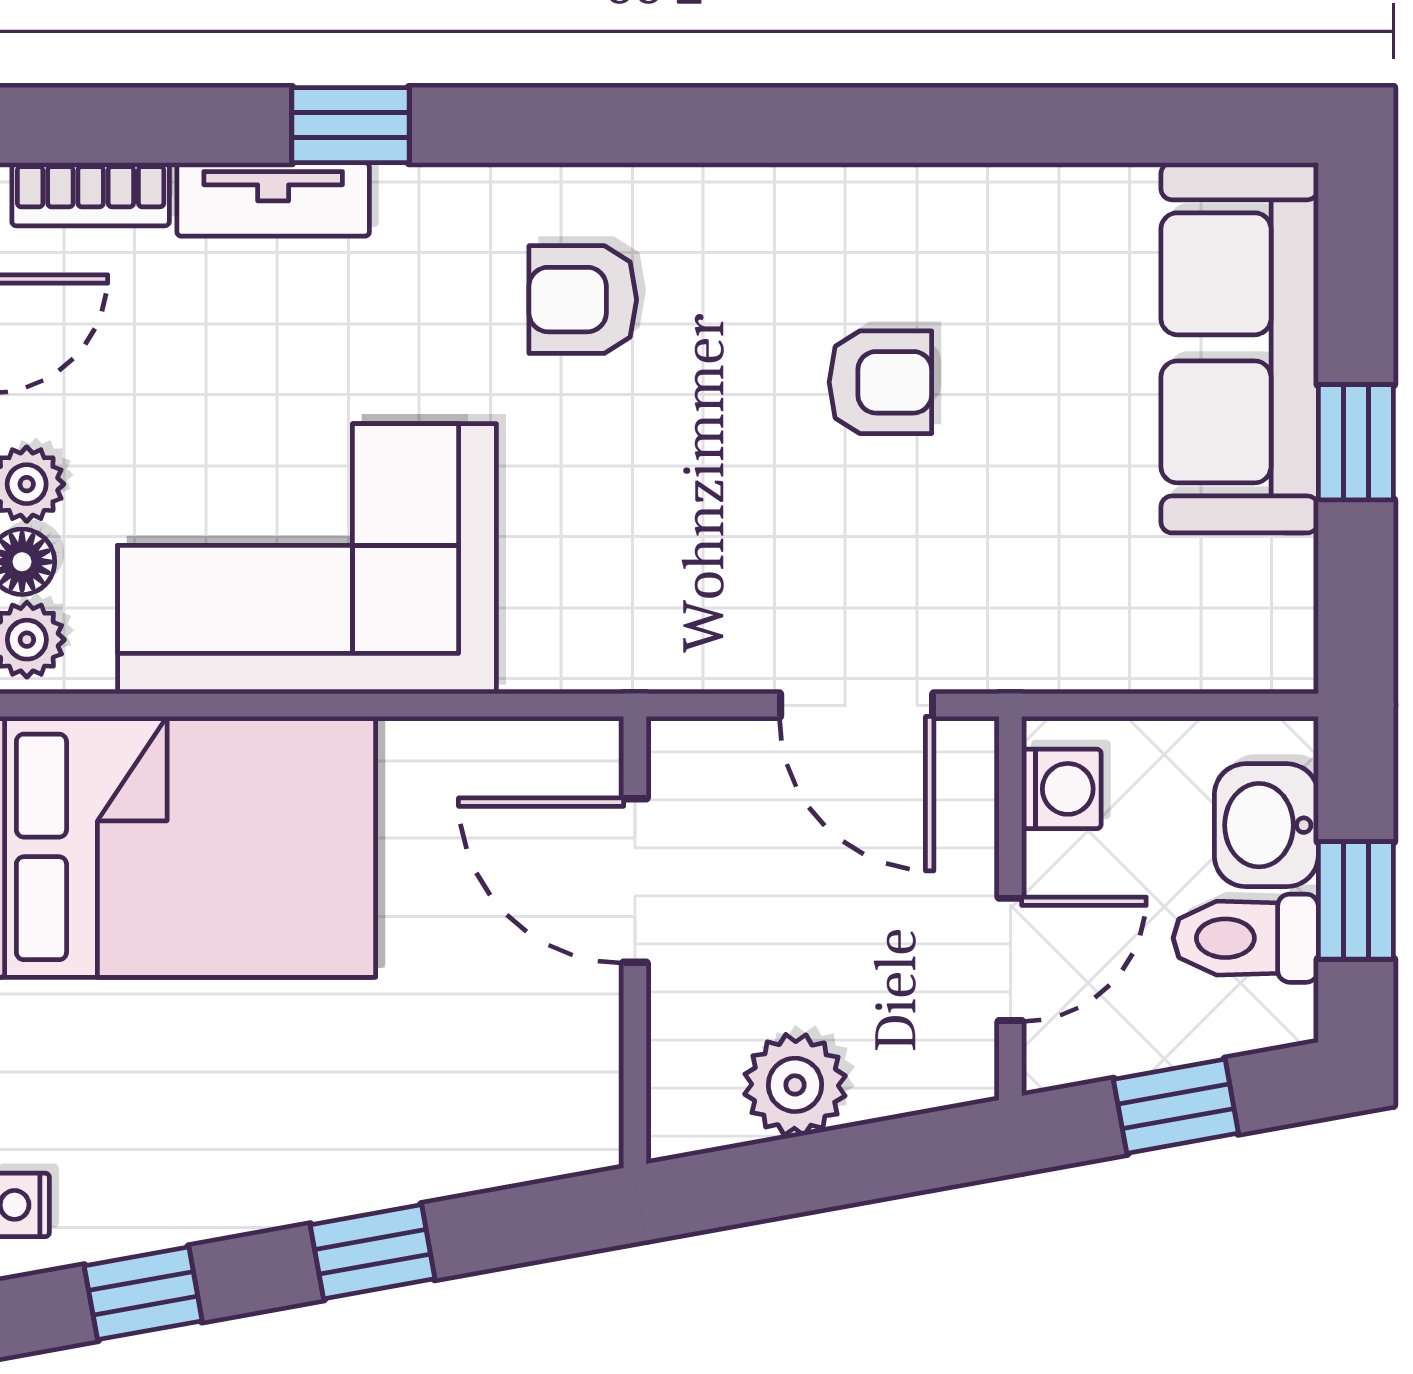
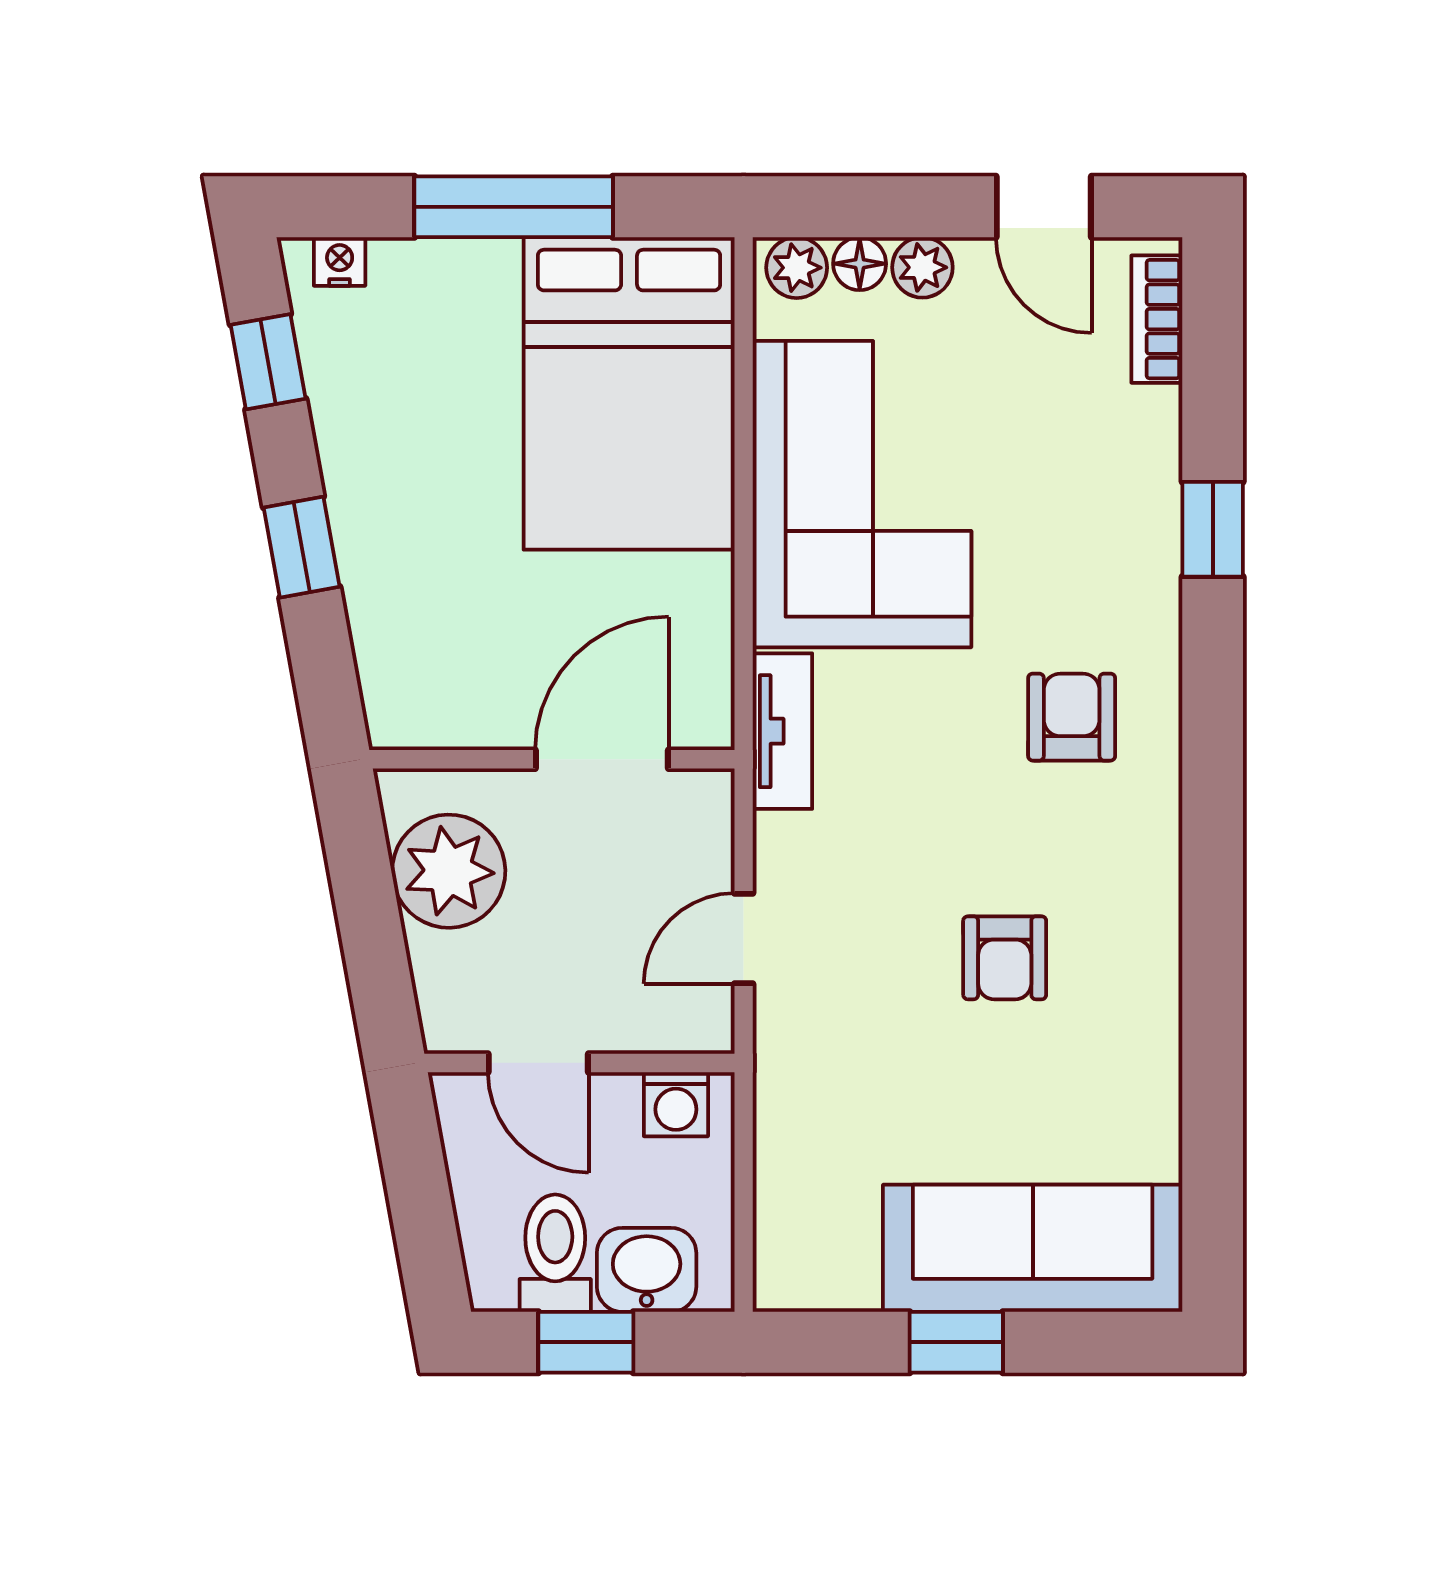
tv unit: (273, 199) -> (782, 731), moved, turned 180
door: (857, 705) -> (744, 939), width x0.73
plant: (795, 1085) -> (449, 871), width x1.36, depth x1.36
window: (1176, 1106) -> (419, 1197), removed

